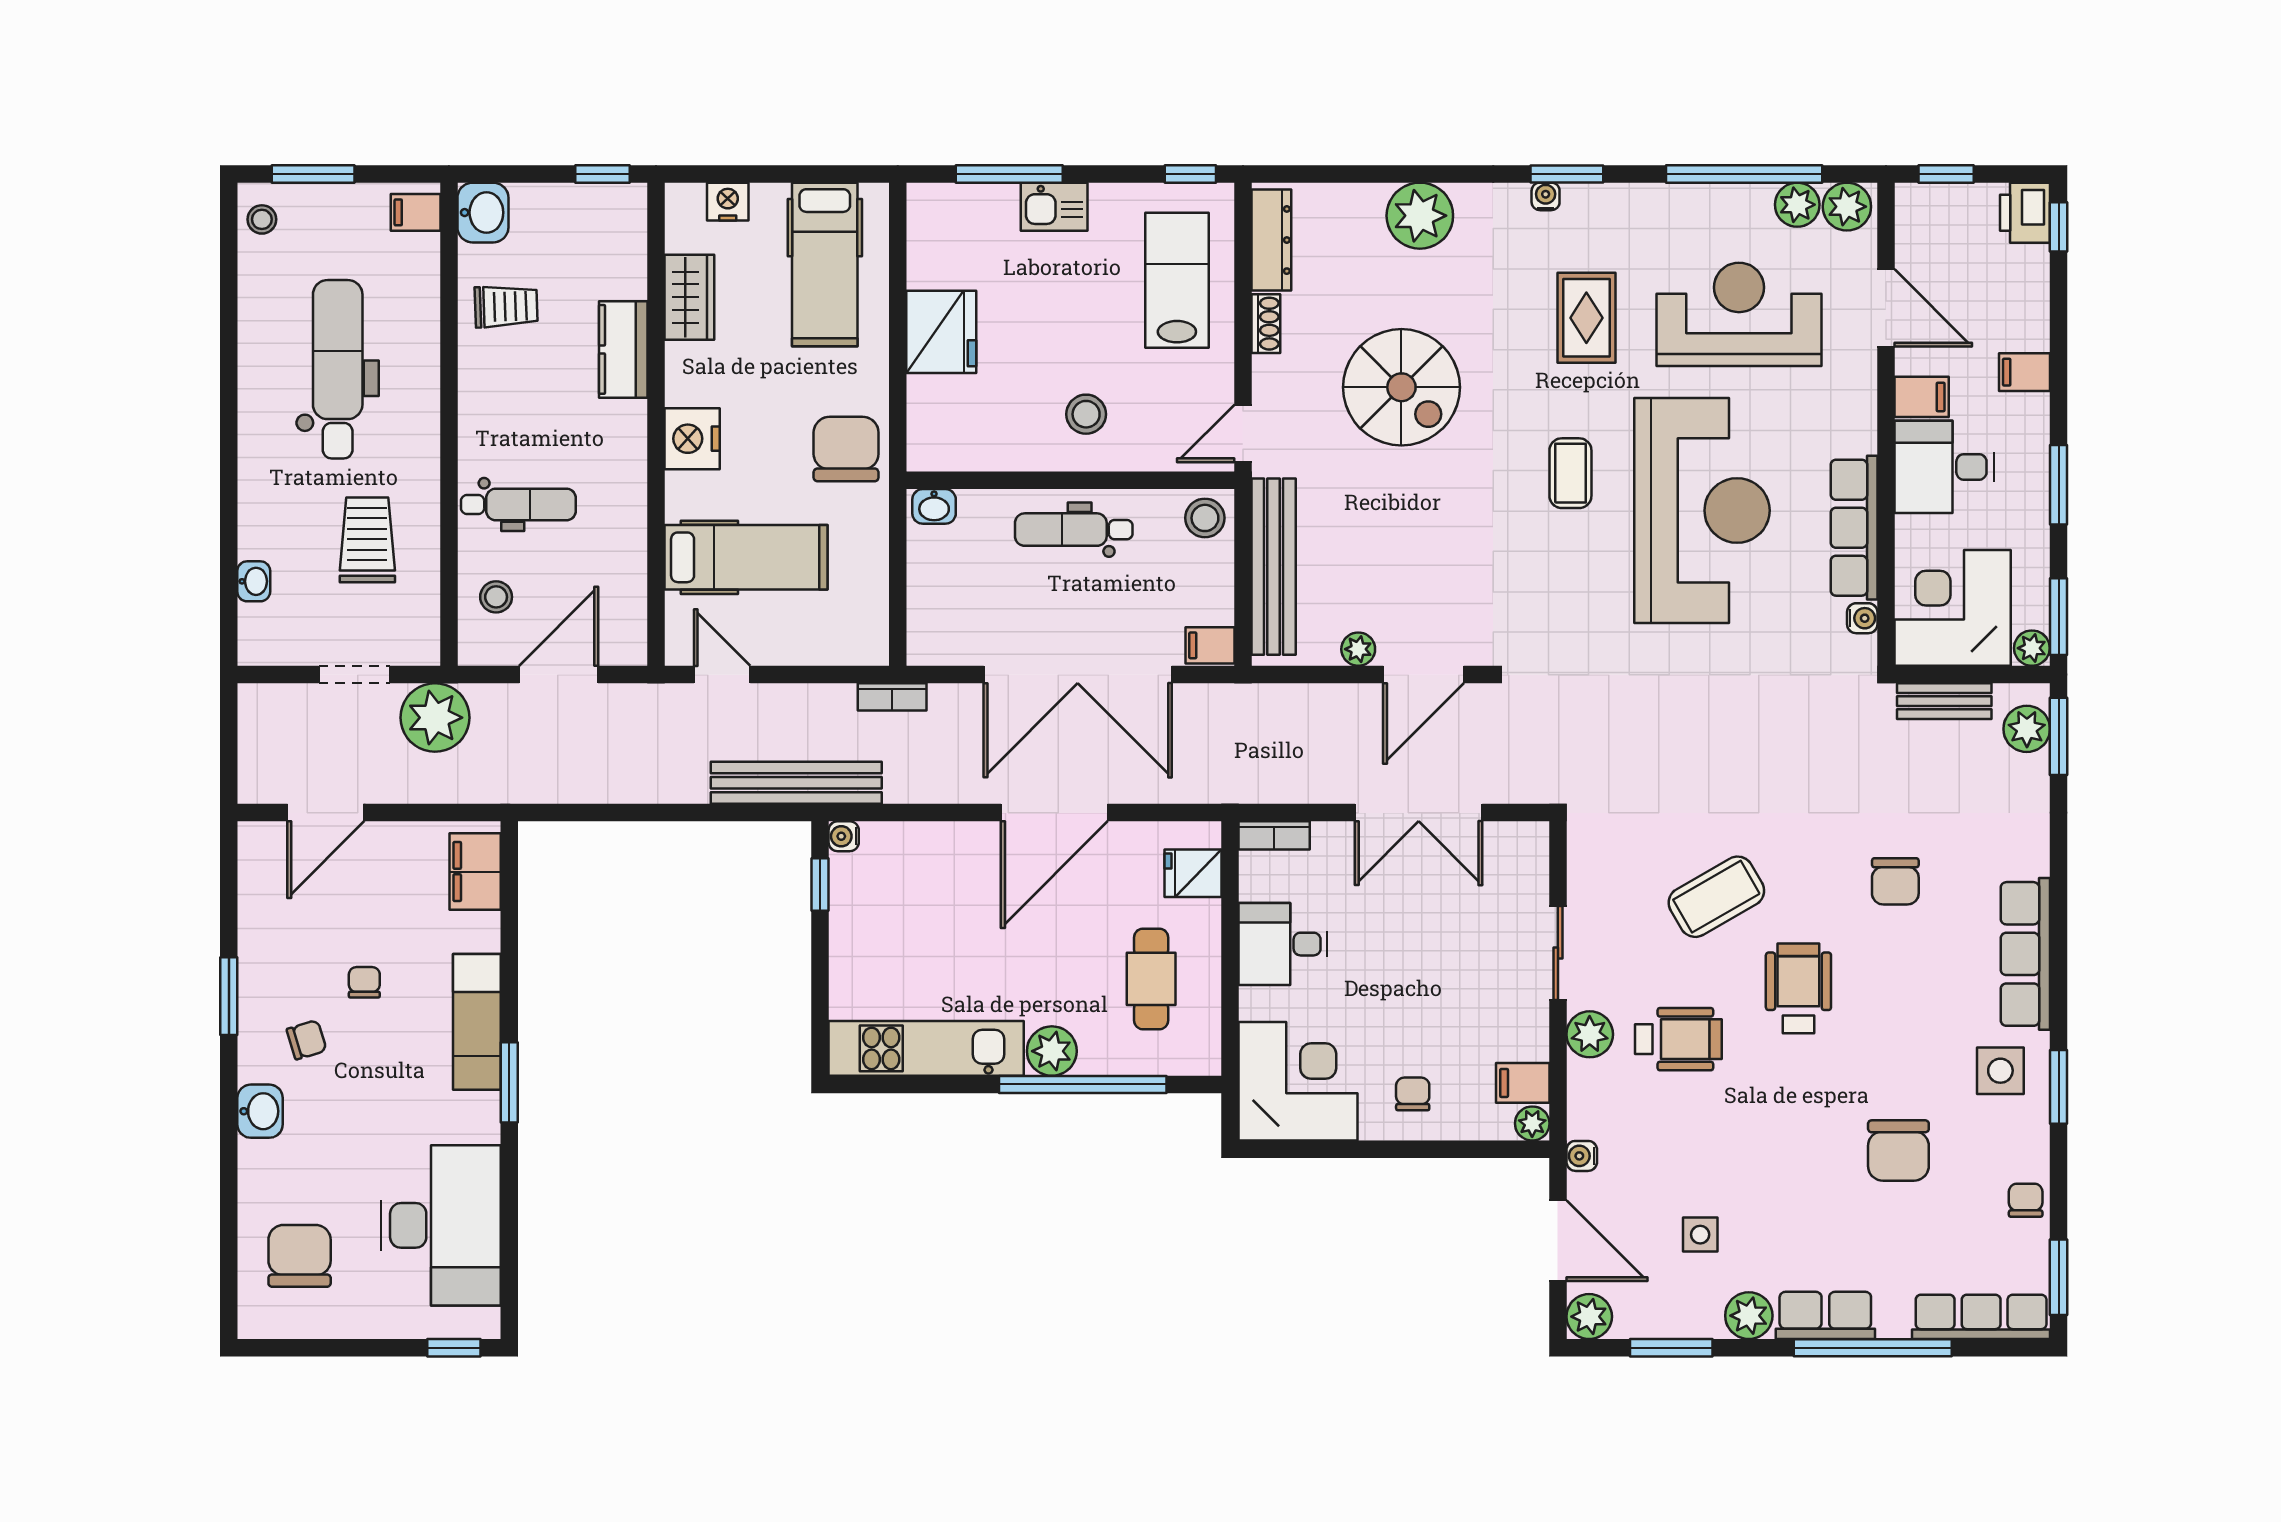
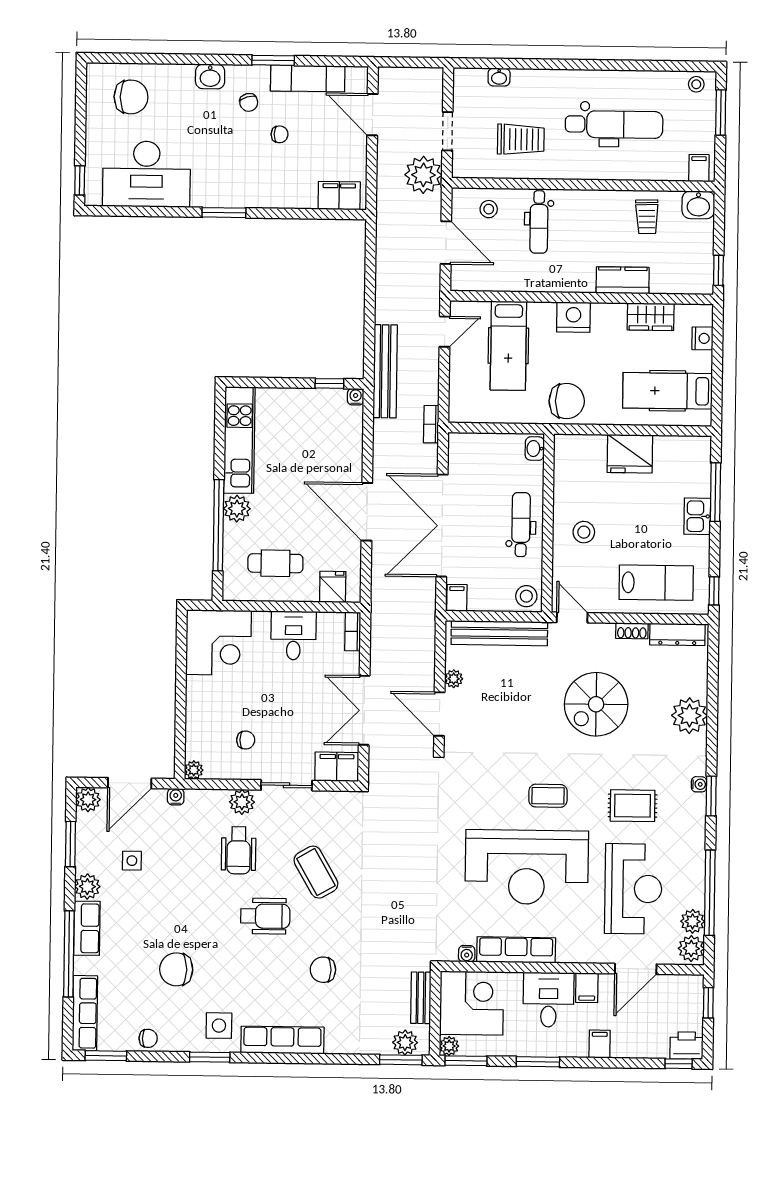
exam couch: (477, 1022) -> (308, 78), moved, turned 180
filing cabinet: (1523, 1083) -> (337, 767), moved, width x2.00
chair: (1413, 1094) -> (246, 740), moved

